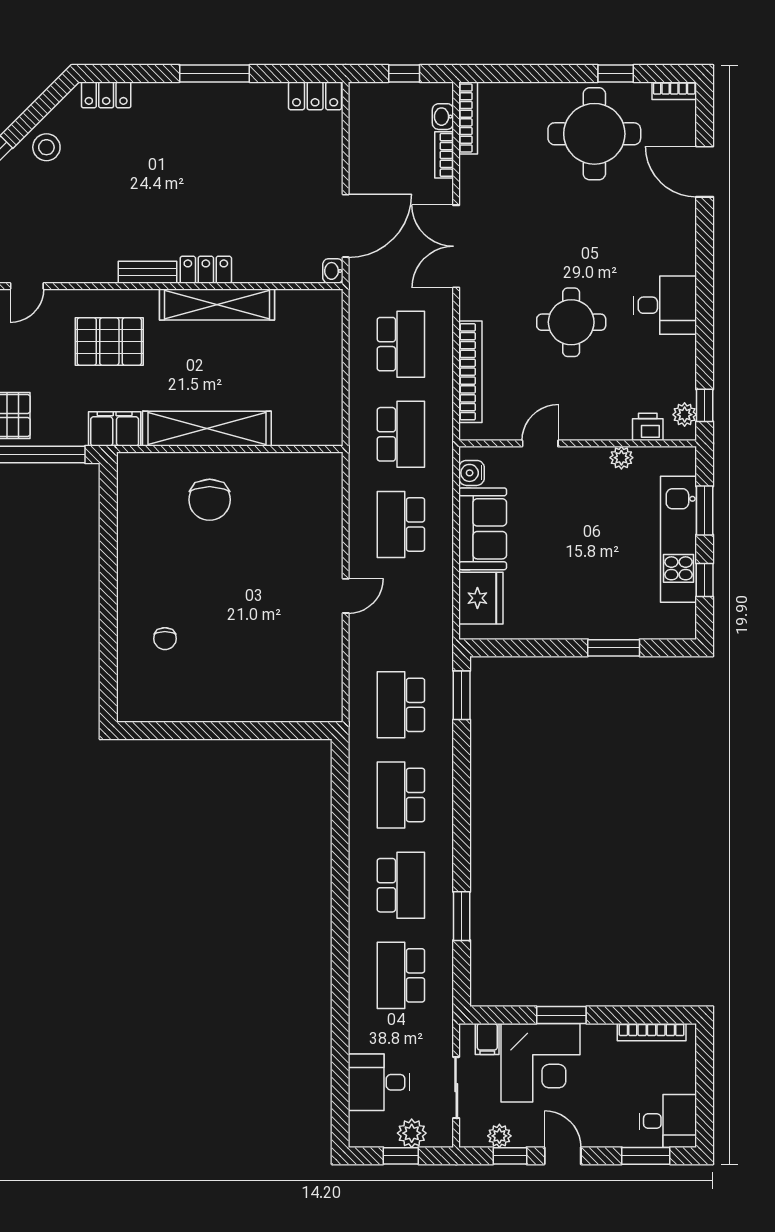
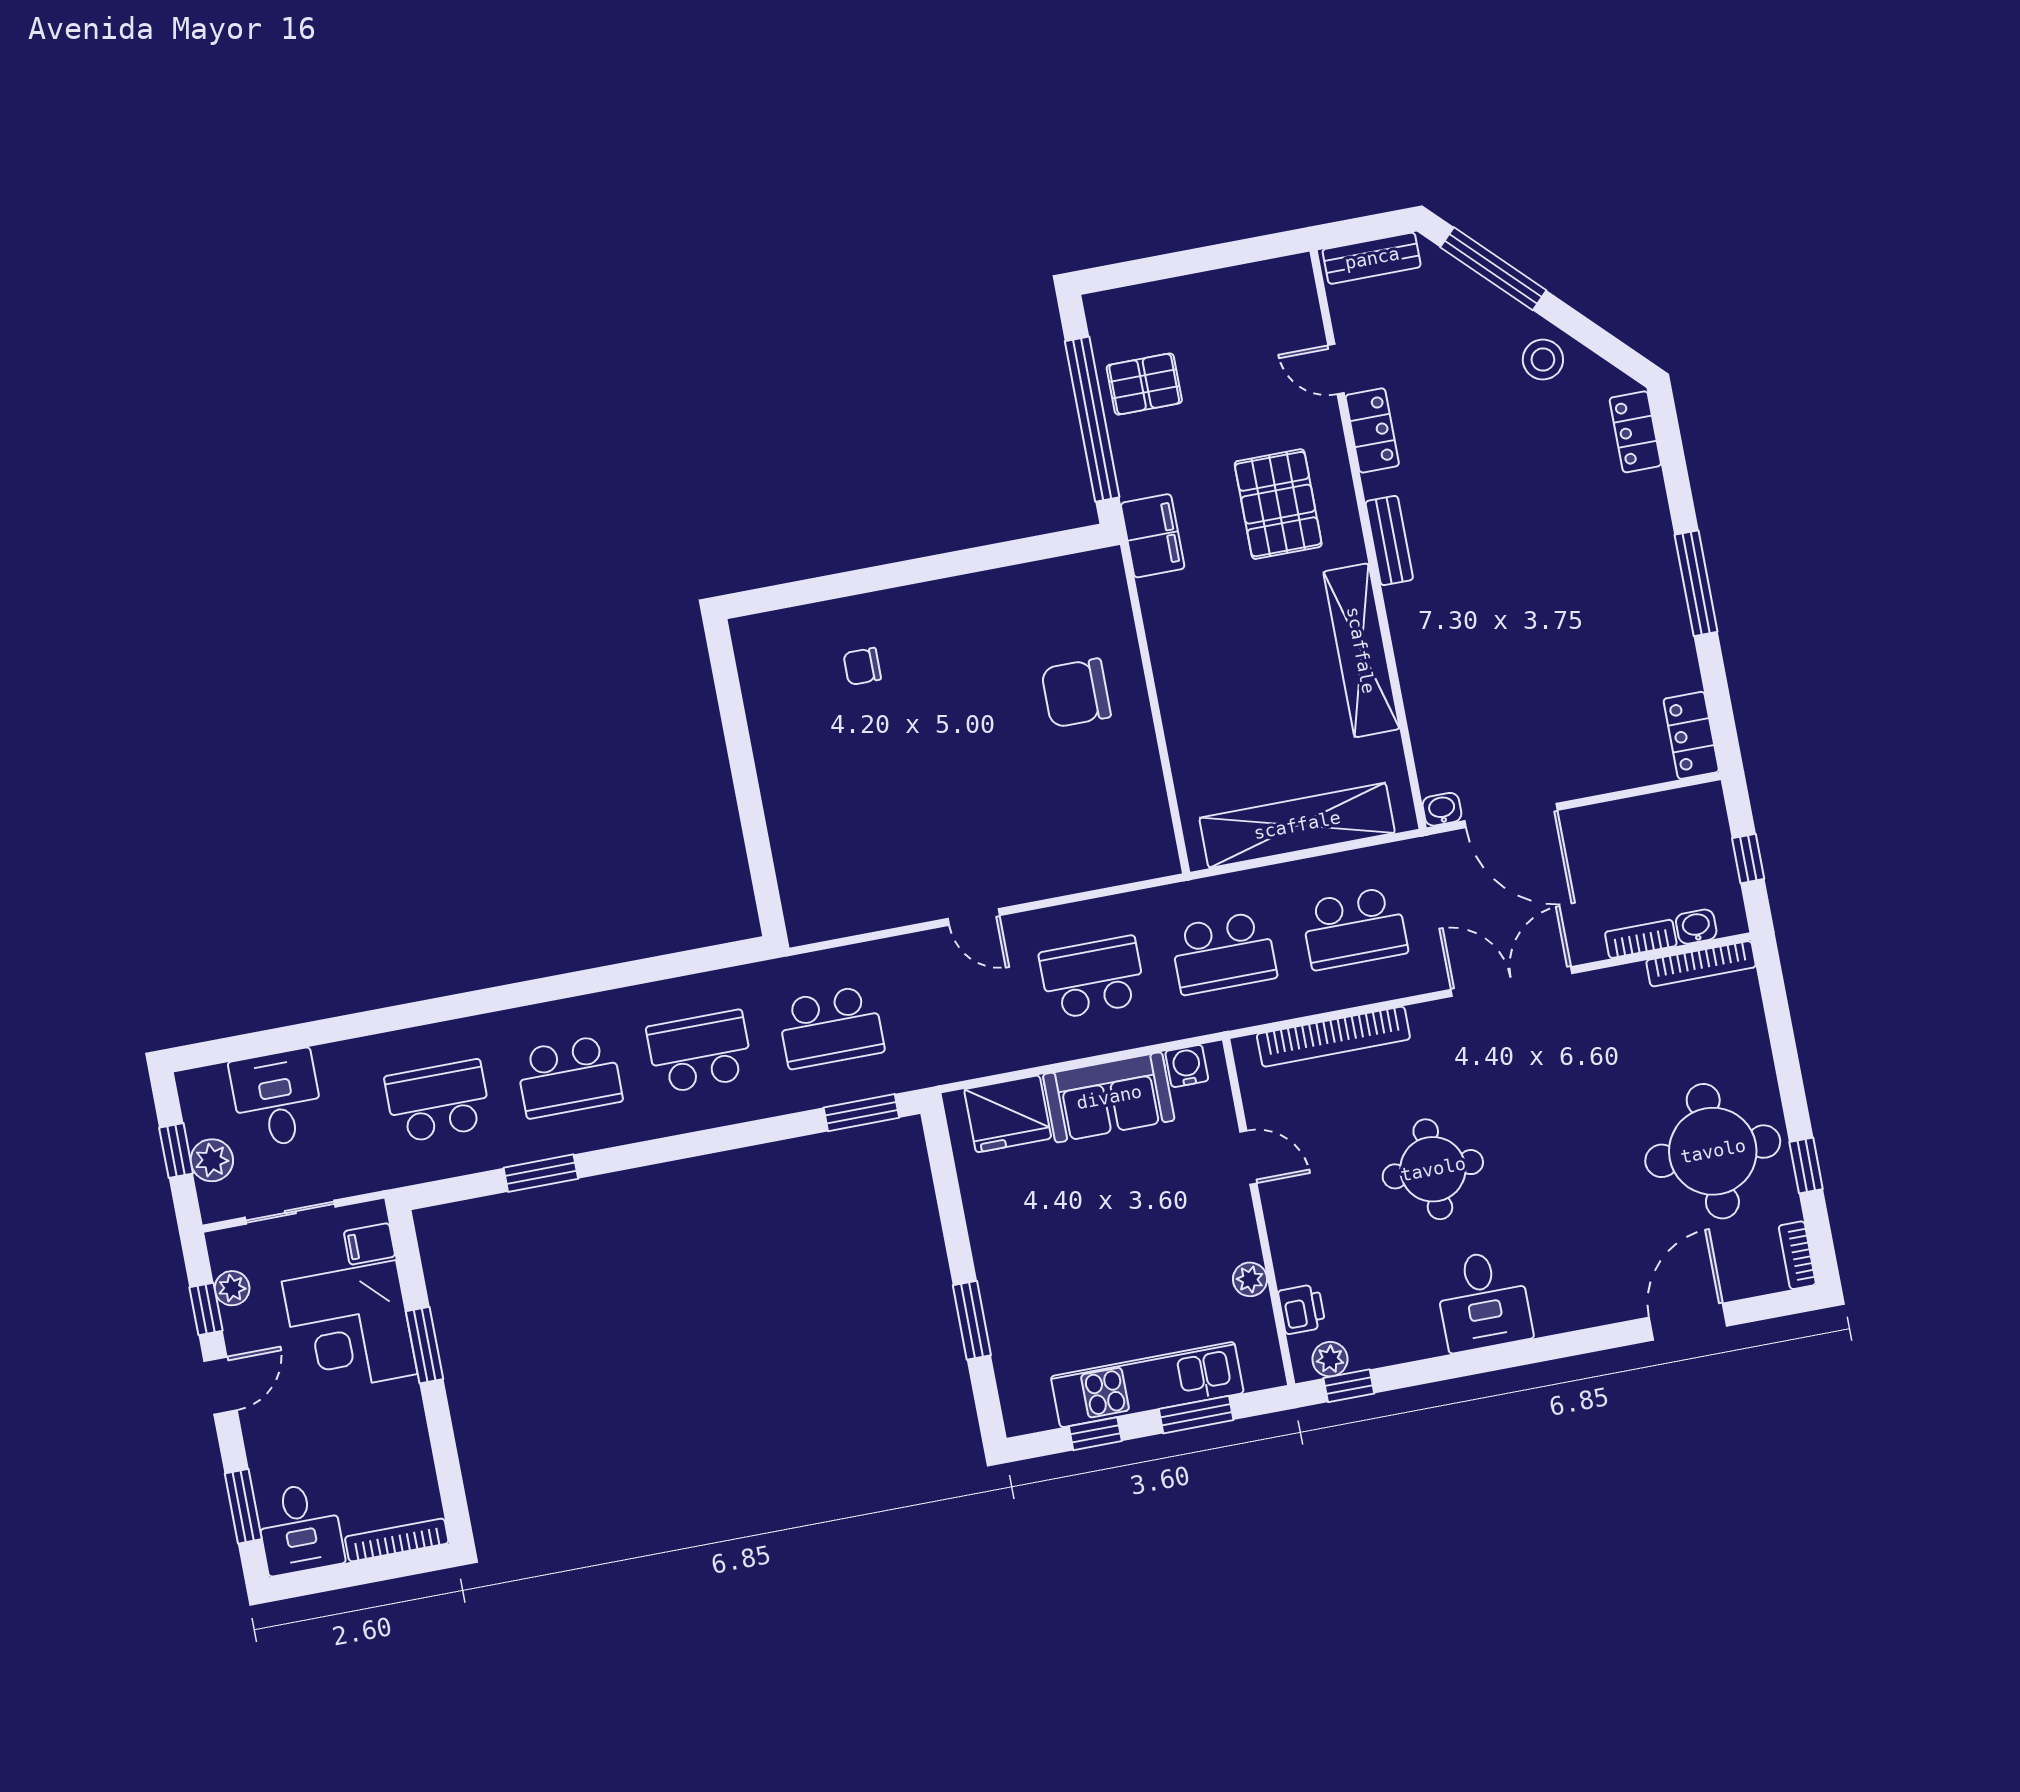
locker: (206, 270) -> (1372, 430), moved
shelving: (207, 429) -> (1297, 825), moved, turned 90
school desk: (401, 705) -> (831, 1027), turned 180
bookcase: (652, 1032) -> (397, 1540), moved, turned 90

